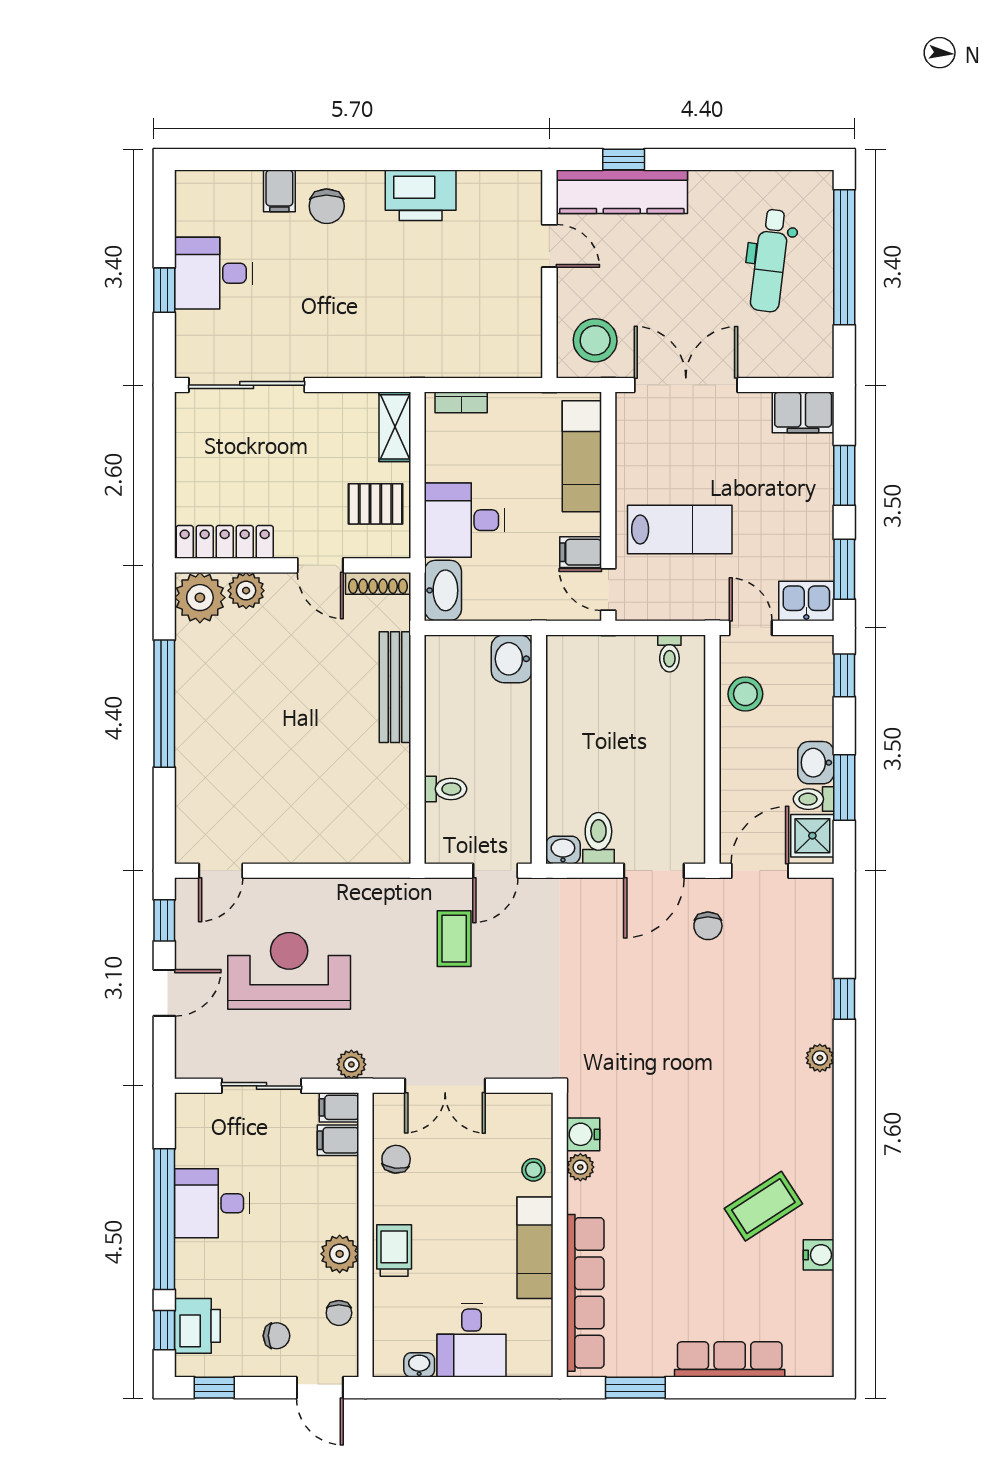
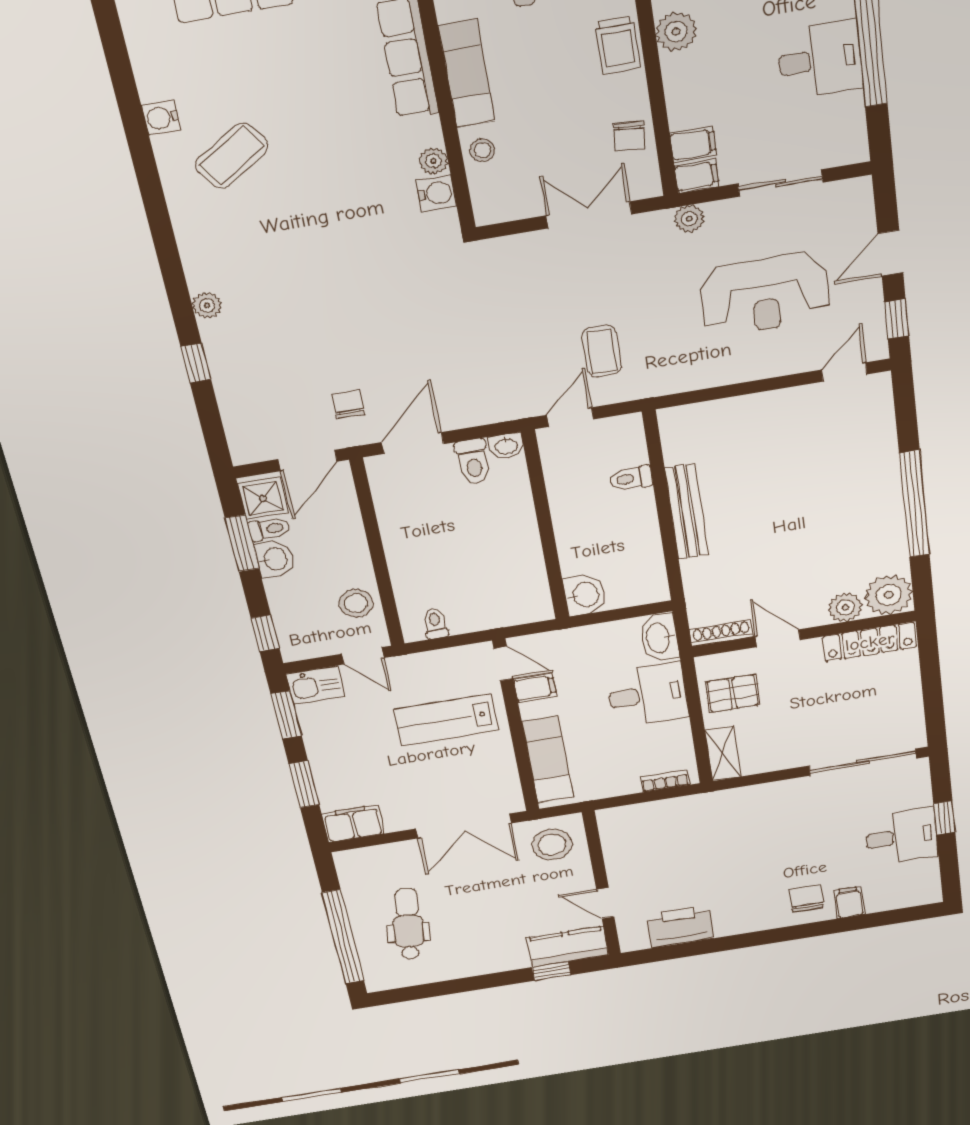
kitchen counter: (622, 192) -> (568, 947), width x0.67
printer: (421, 195) -> (680, 926), moved
bench: (395, 687) -> (687, 512), moved

